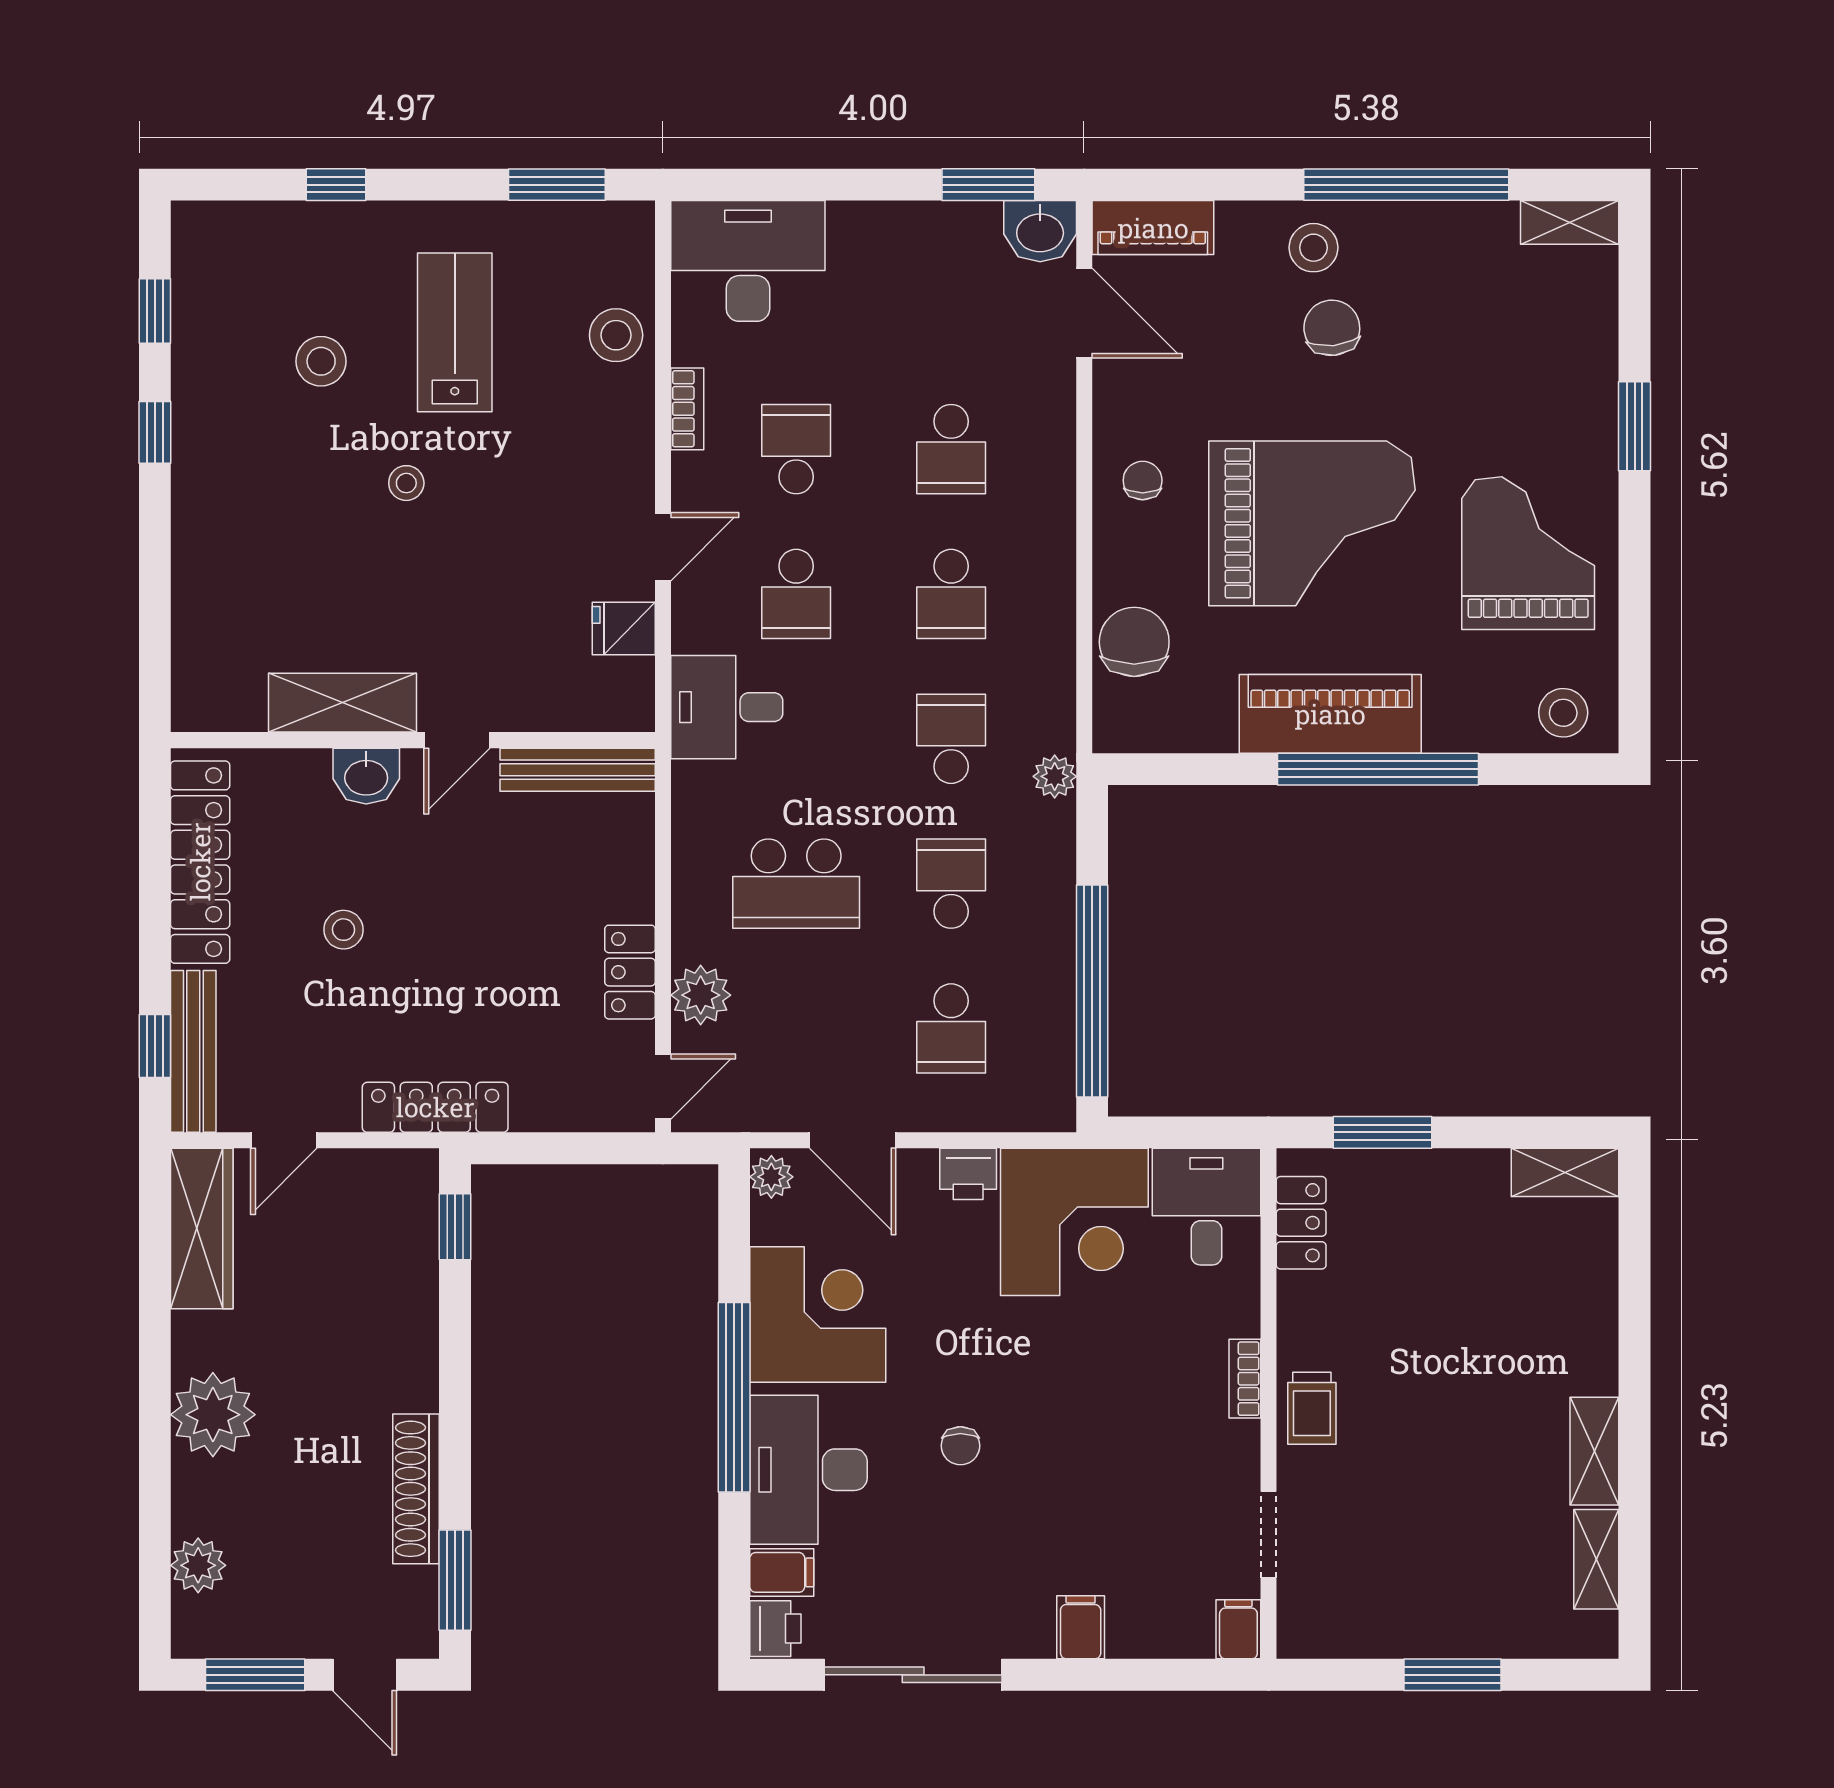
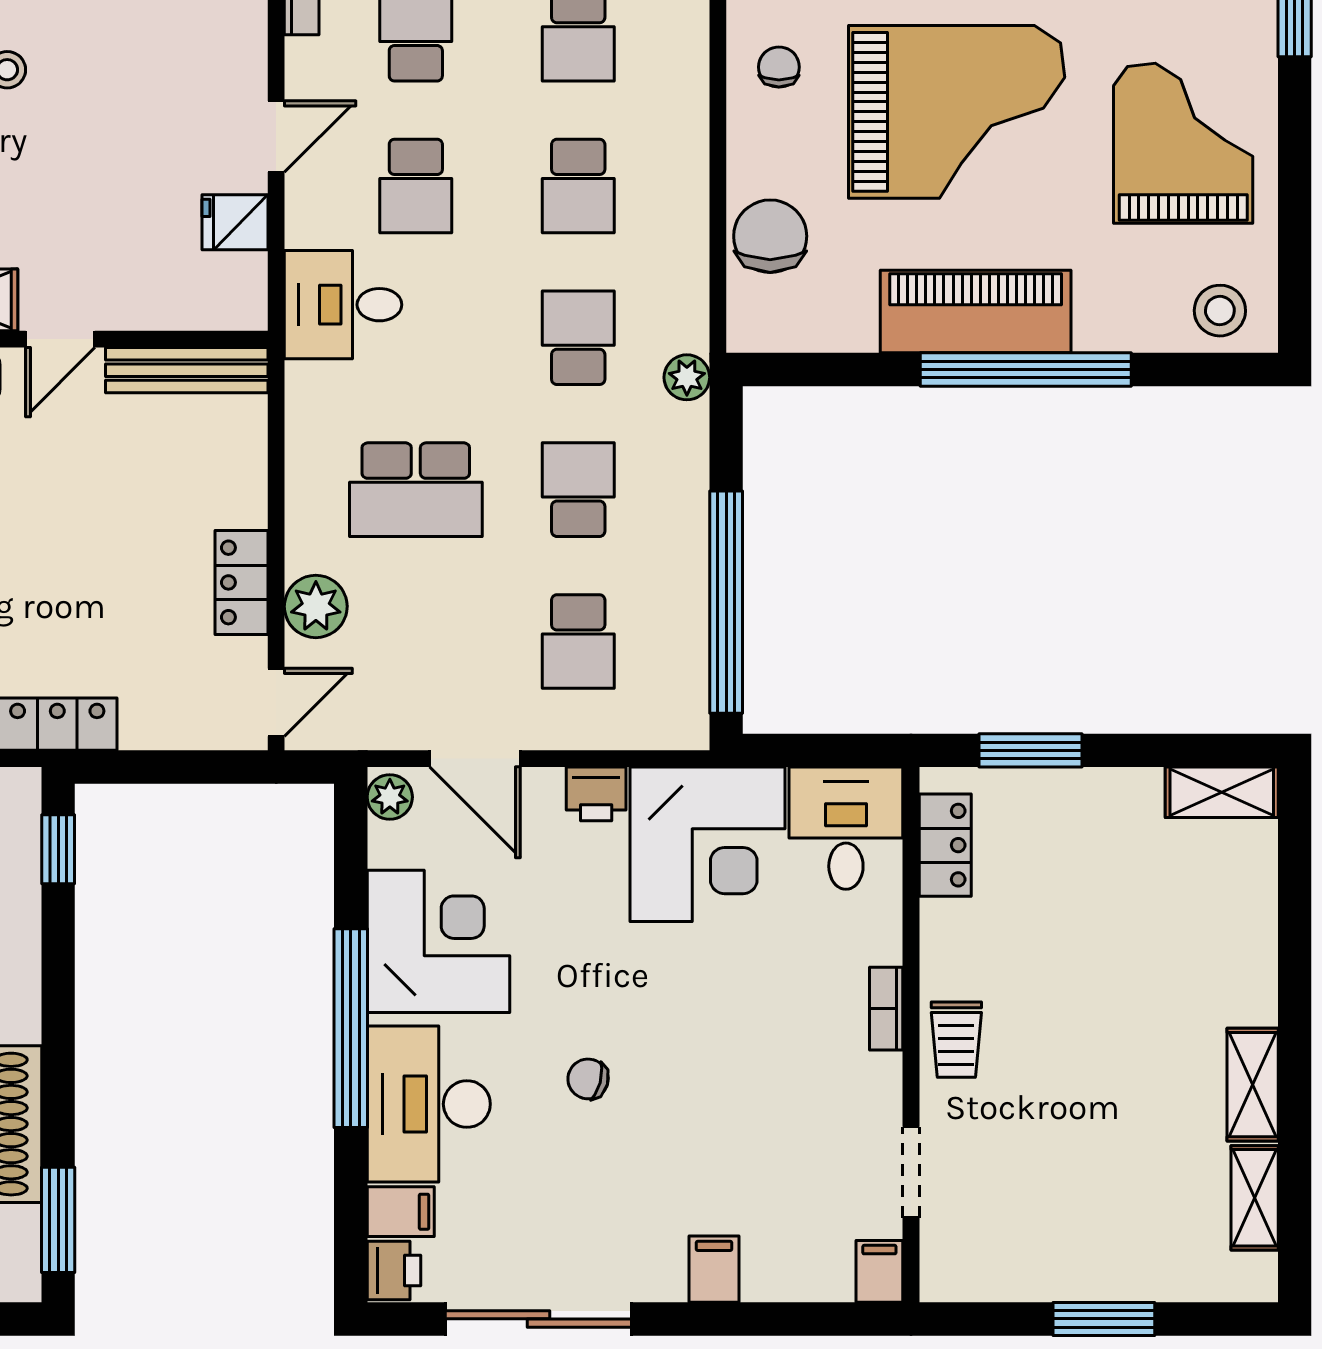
chair: (960, 1446) -> (588, 1079), turned 105

